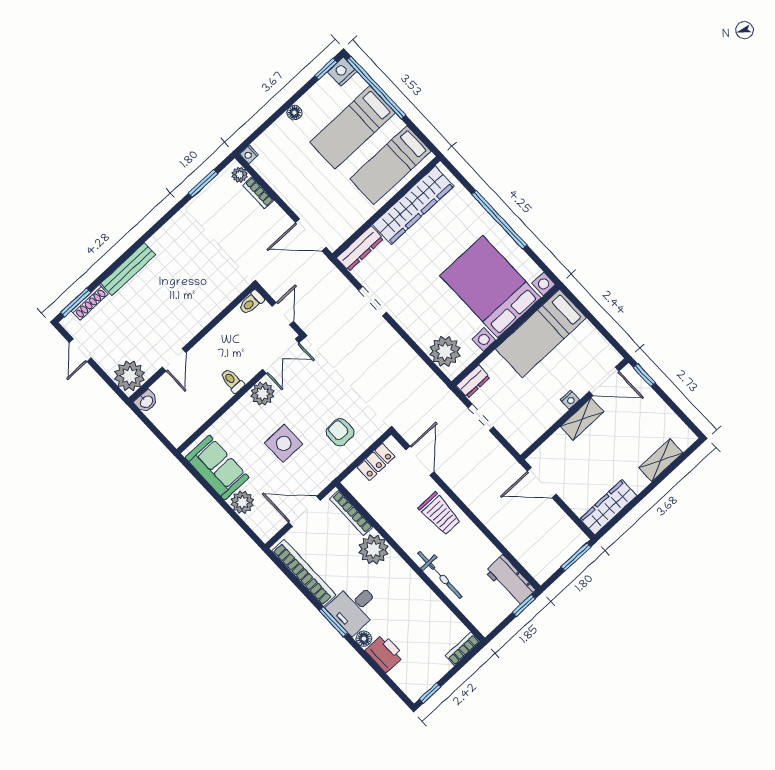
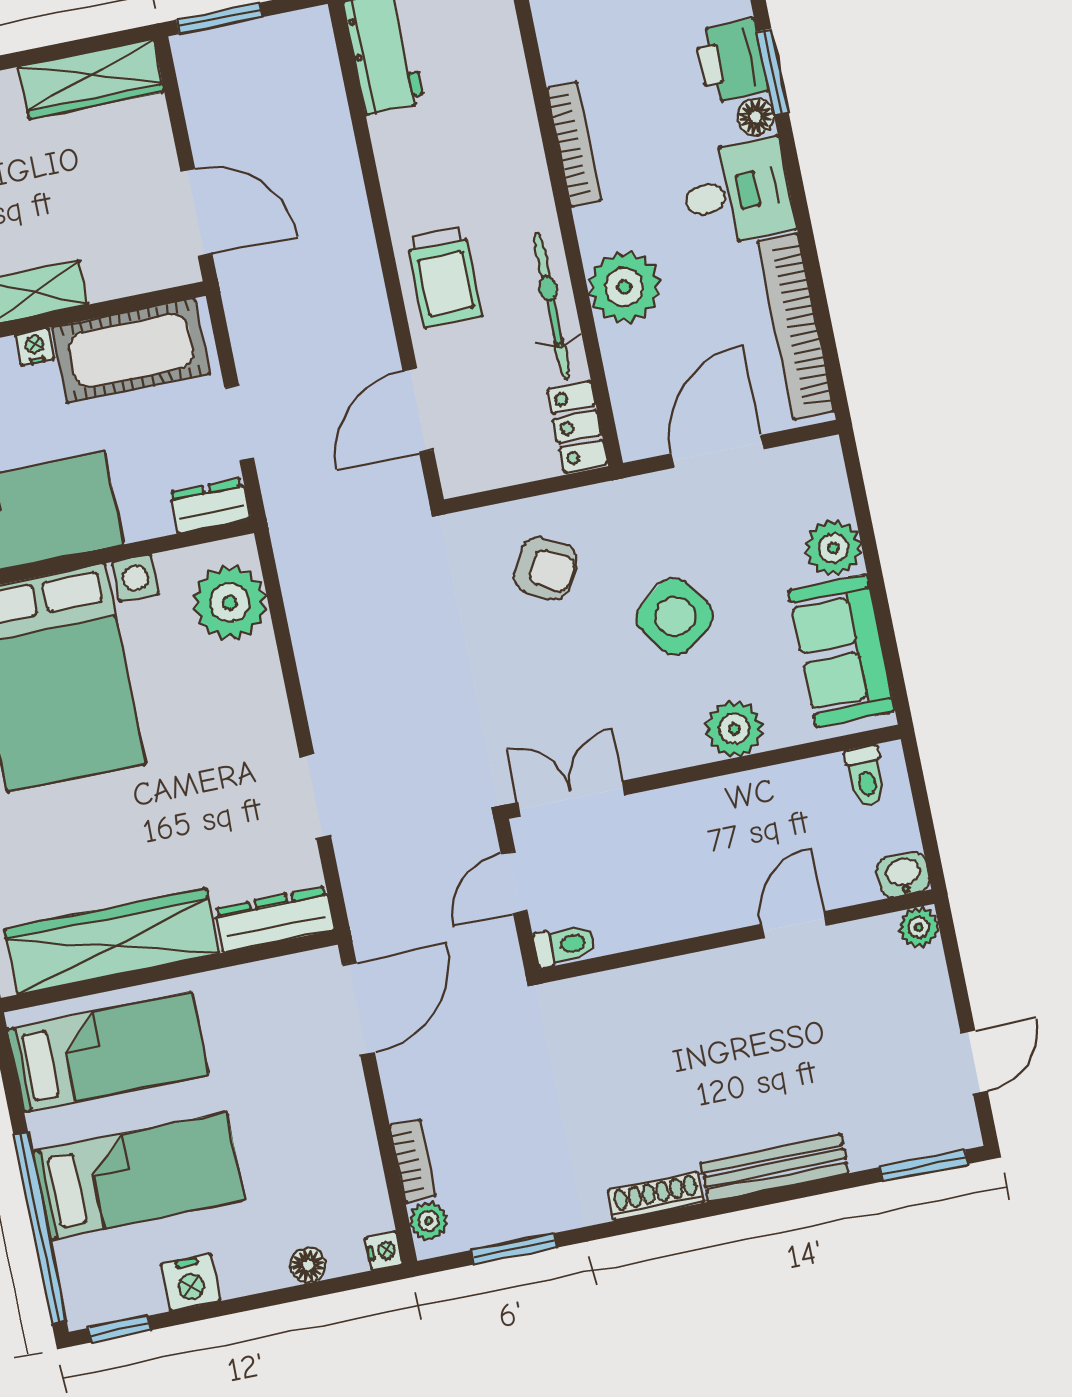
nightstand: (342, 72) -> (191, 1283), moved
floor lamp: (294, 113) -> (308, 1265), moved
door: (311, 235) -> (358, 1009), hinge flipped
shoe rack: (90, 302) -> (656, 1196), moved
plant: (130, 376) -> (919, 927), width x0.53, depth x0.53
toilet: (232, 381) -> (866, 776), moved
plant: (263, 394) -> (734, 729), moved
cot: (535, 419) -> (131, 351), added
armchair: (340, 432) -> (546, 568), turned -61
side table: (284, 443) -> (675, 617), turned -37
locker: (376, 462) -> (577, 427), moved, turned -90
door: (305, 511) -> (717, 451), swing flipped
bookcase: (351, 513) -> (574, 144), moved
trolley: (440, 514) -> (444, 277), turned 180
bicycle: (440, 575) -> (552, 306), moved
window: (333, 622) -> (773, 72), moved

